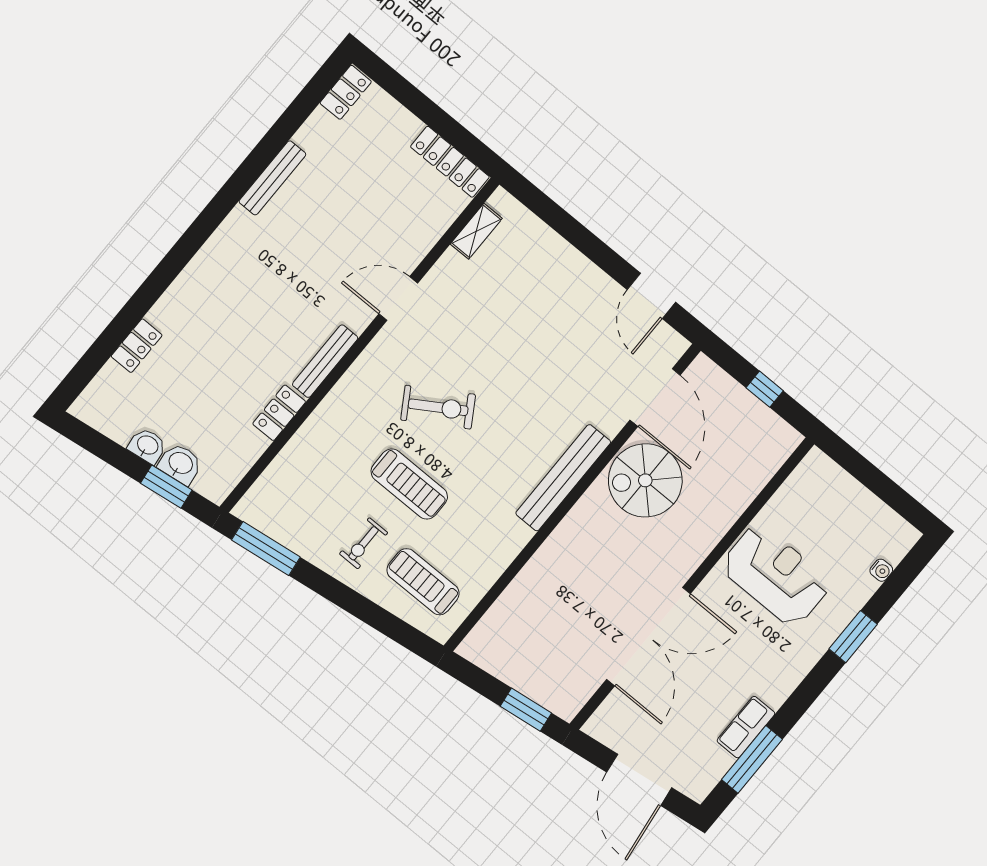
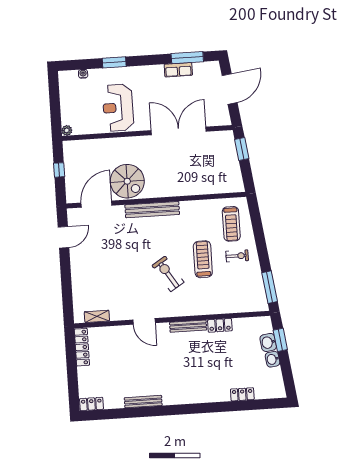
plant: (816, 460) -> (67, 130), added

